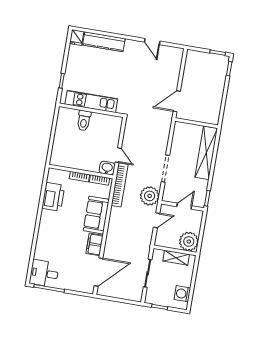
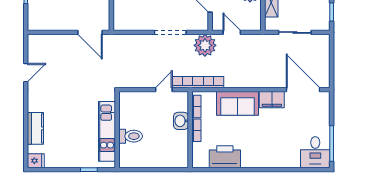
kitchen counter: (104, 42) -> (35, 128), width x0.67
washbasin: (107, 168) -> (181, 121), moved

